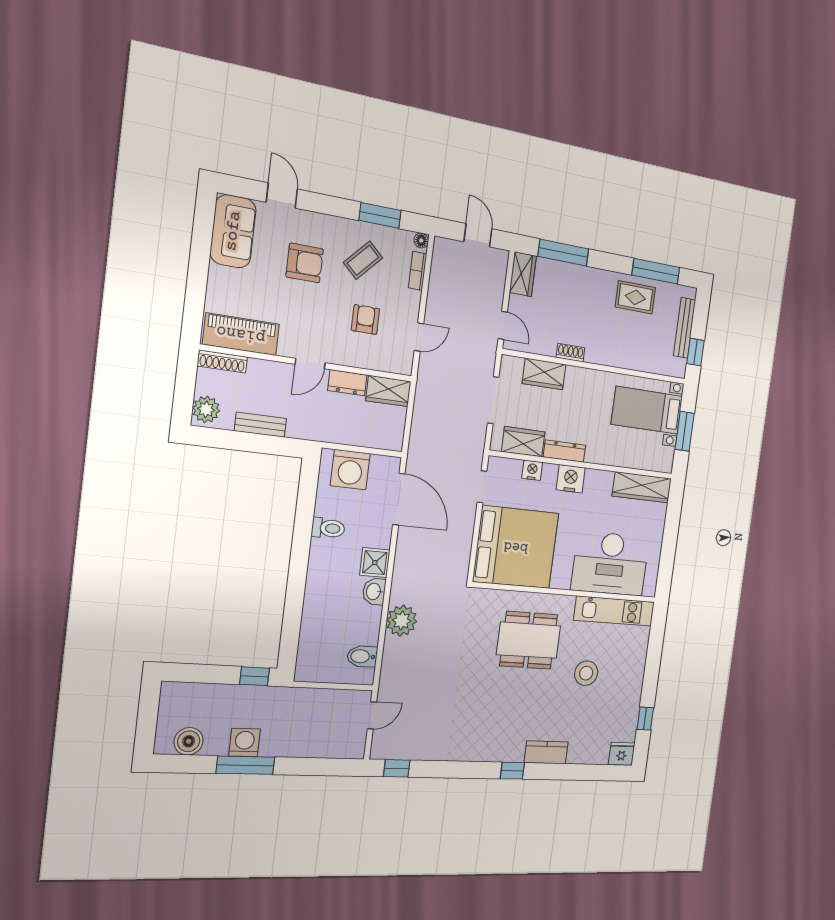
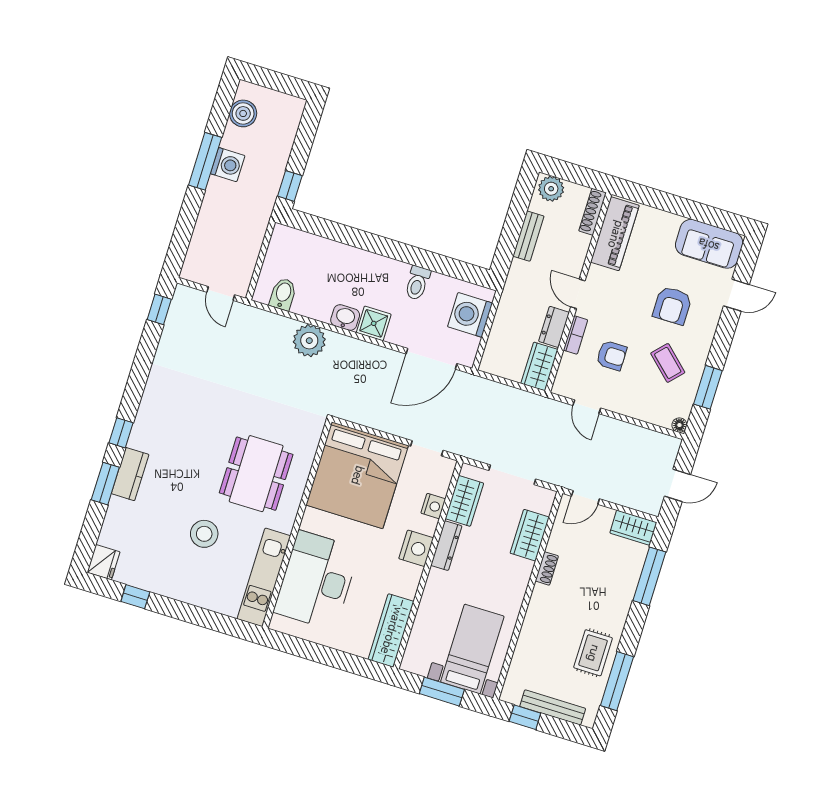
bookcase: (418, 271) -> (576, 335), moved, turned 90
window: (557, 772) -> (105, 484), added

